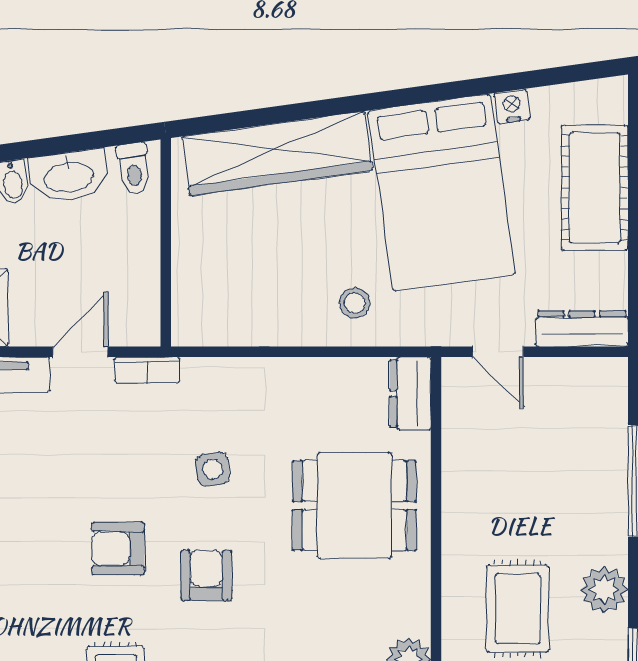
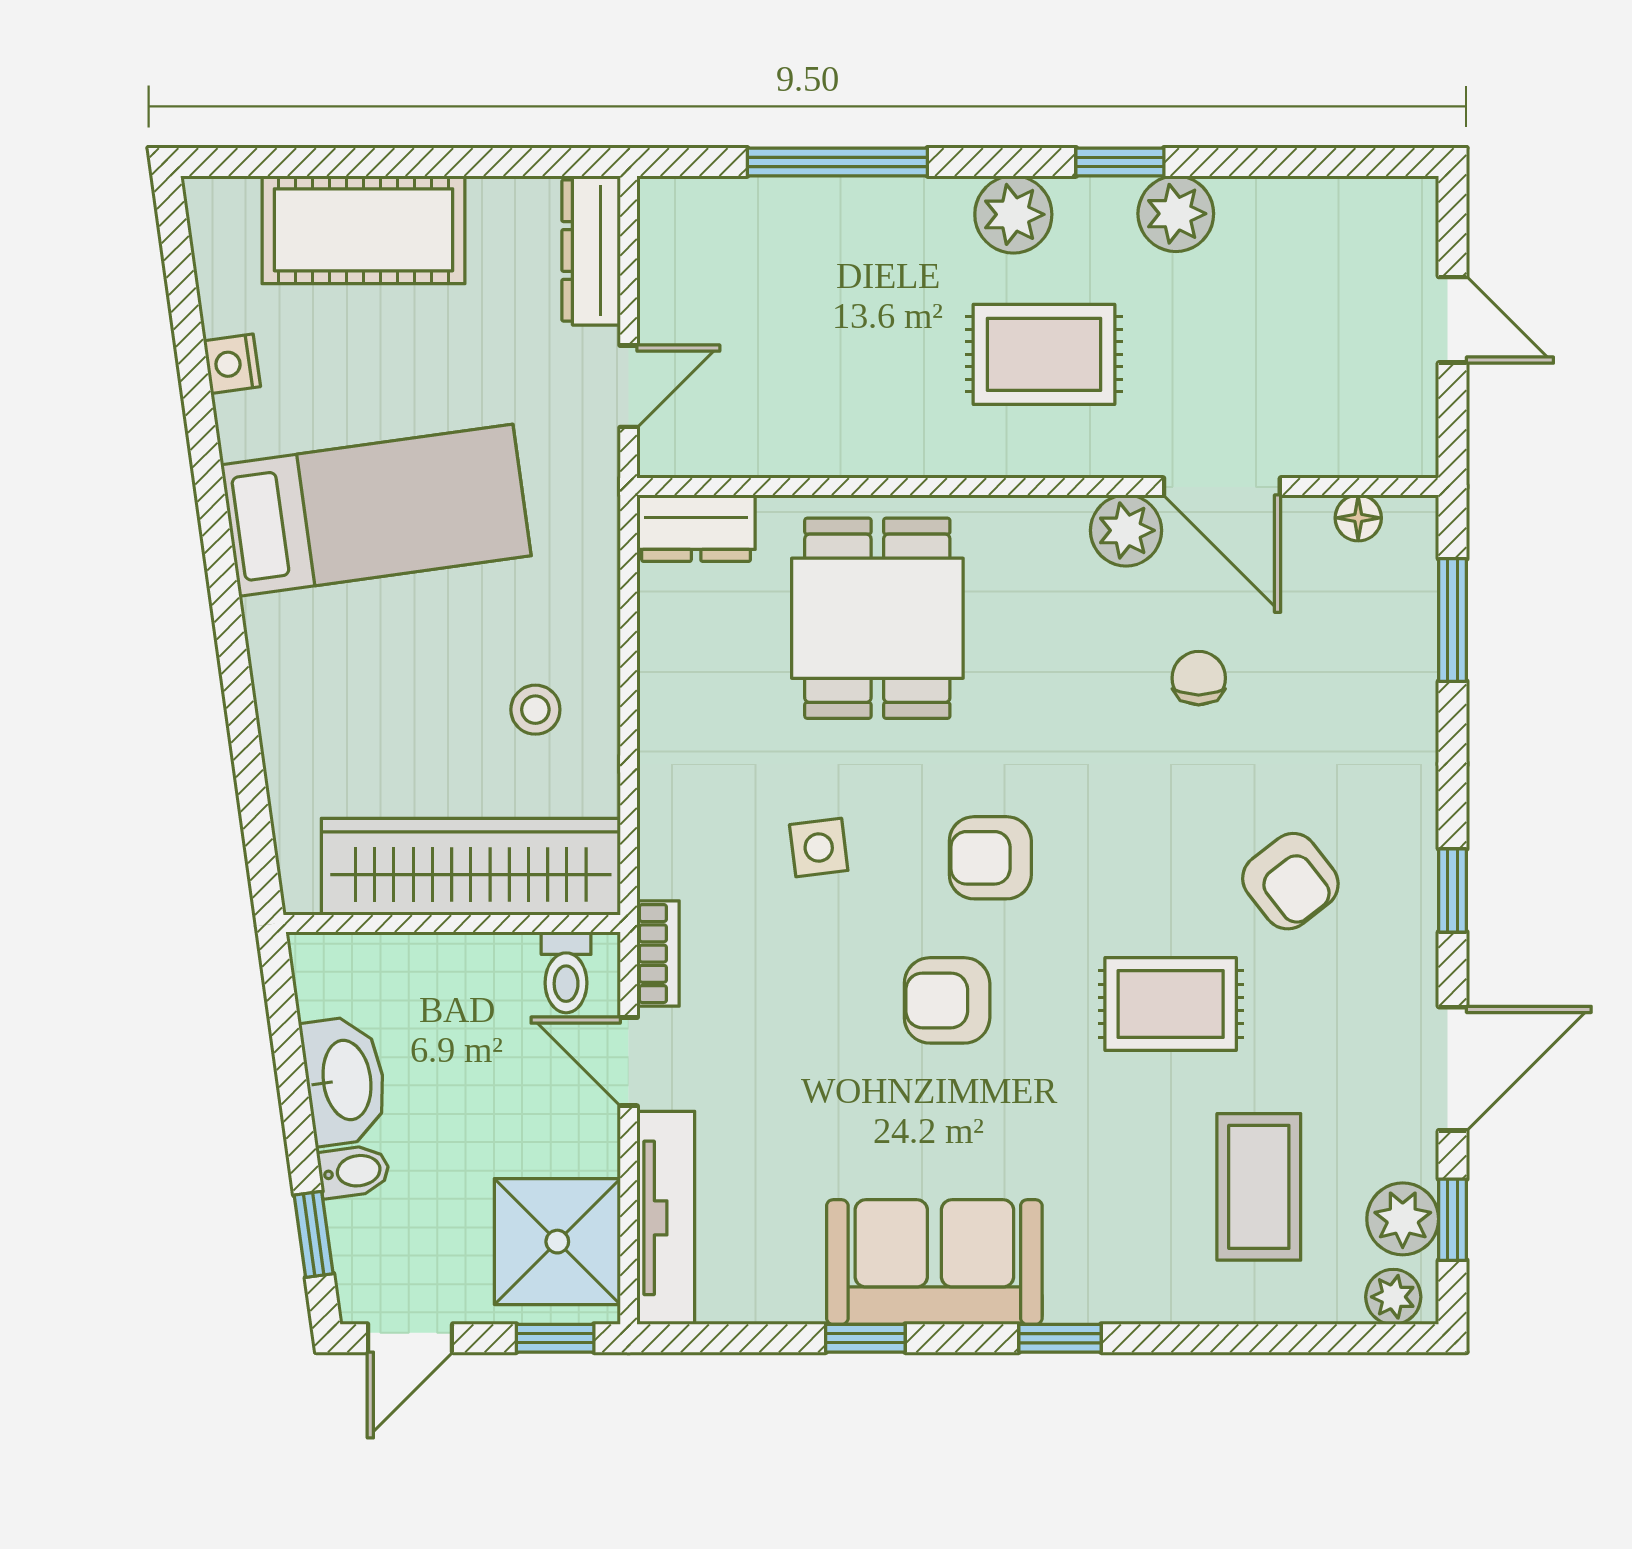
wardrobe: (277, 154) -> (471, 867), moved, turned -82
toilet: (134, 169) -> (566, 972), moved, turned 98
bed: (442, 193) -> (376, 510), width x0.67
stool: (355, 303) -> (535, 710), moved
armchair: (118, 549) -> (947, 1000), turned 90

